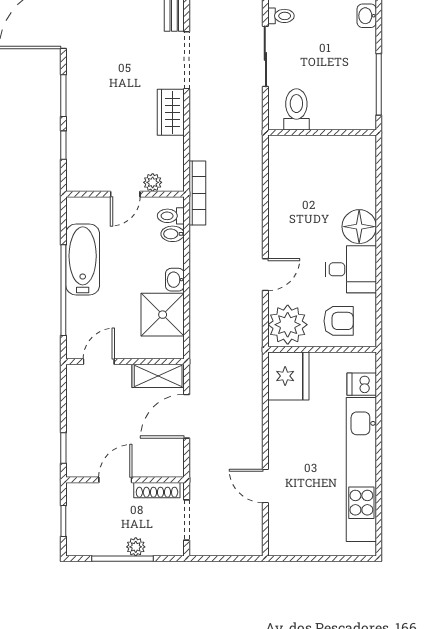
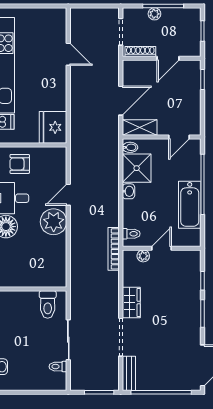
bidet: (173, 234) -> (130, 147), moved
plant: (288, 325) -> (54, 222), moved

